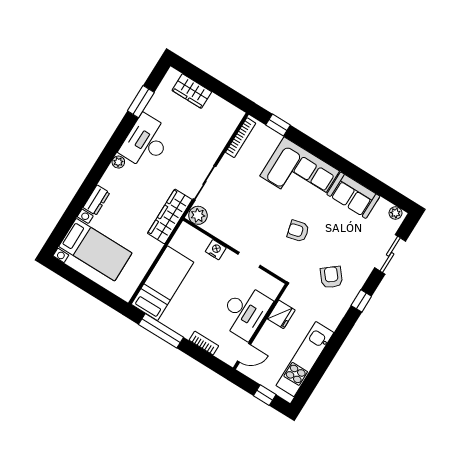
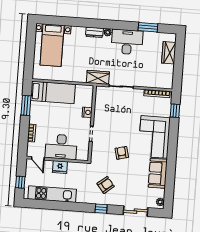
dresser: (96, 200) -> (94, 32), moved
plant: (198, 215) -> (101, 92), removed
wardrobe: (170, 216) -> (98, 77), width x0.67
fridge: (281, 314) -> (60, 167), moved
window: (161, 331) -> (26, 105), width x0.69

